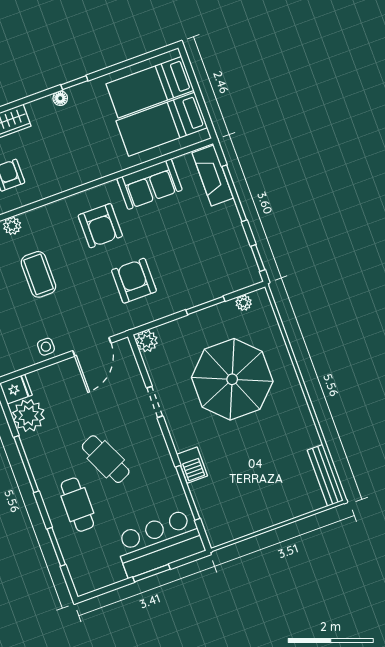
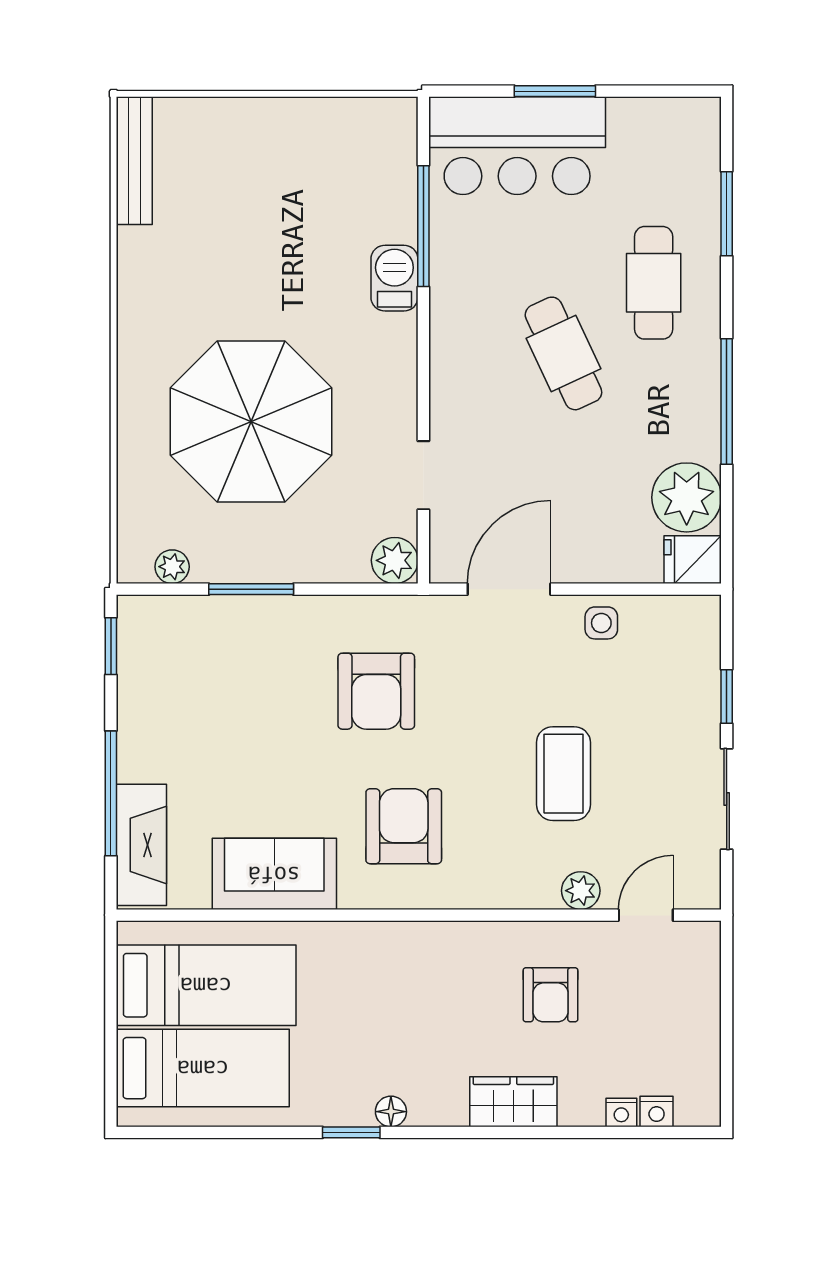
doorway: (155, 402) -> (423, 475), moved

